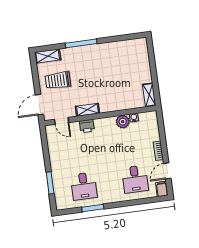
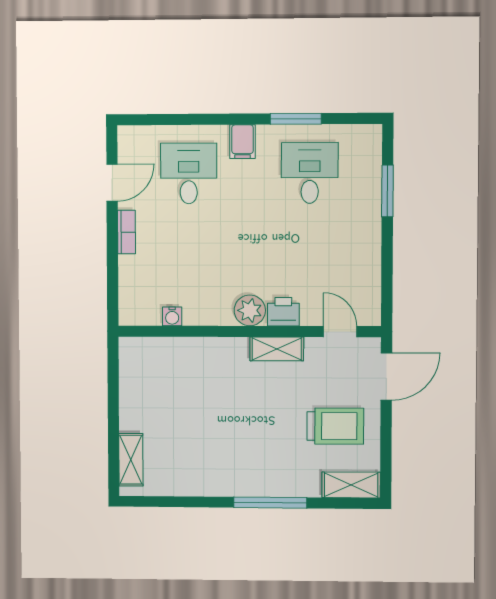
shelving: (149, 95) -> (131, 460), moved
plant: (123, 122) -> (250, 310), moved
filing cabinet: (162, 189) -> (243, 142), moved

